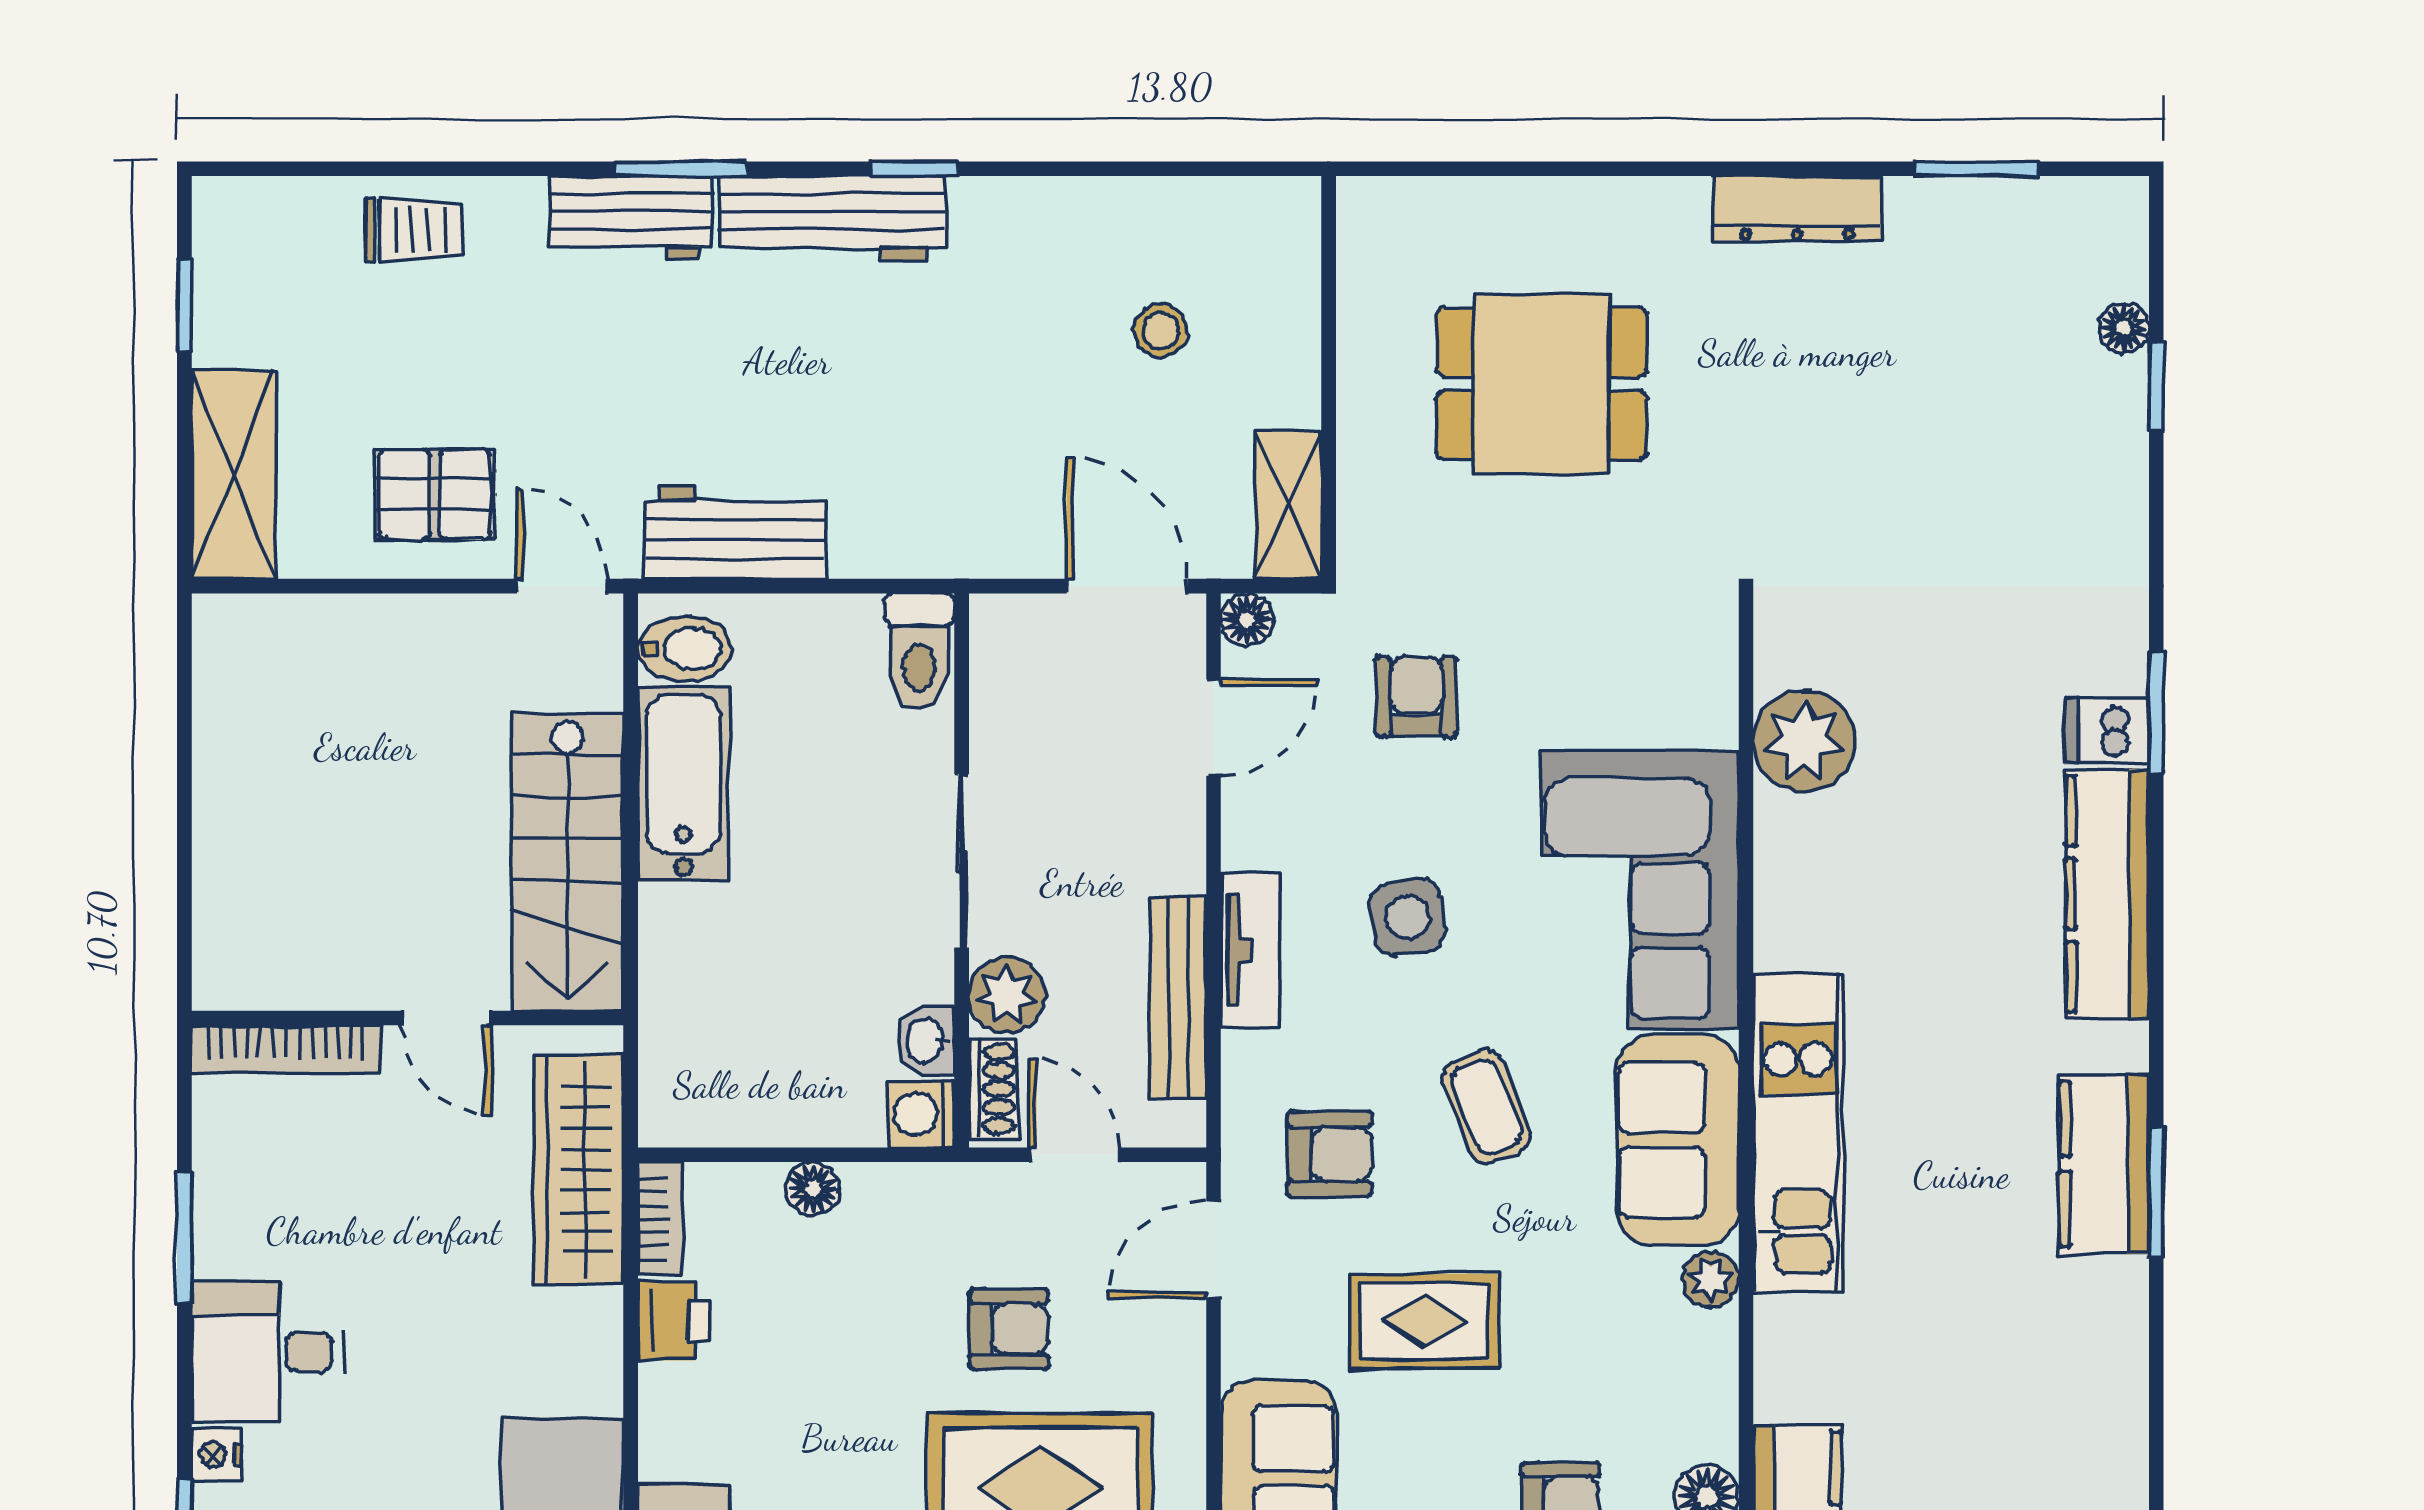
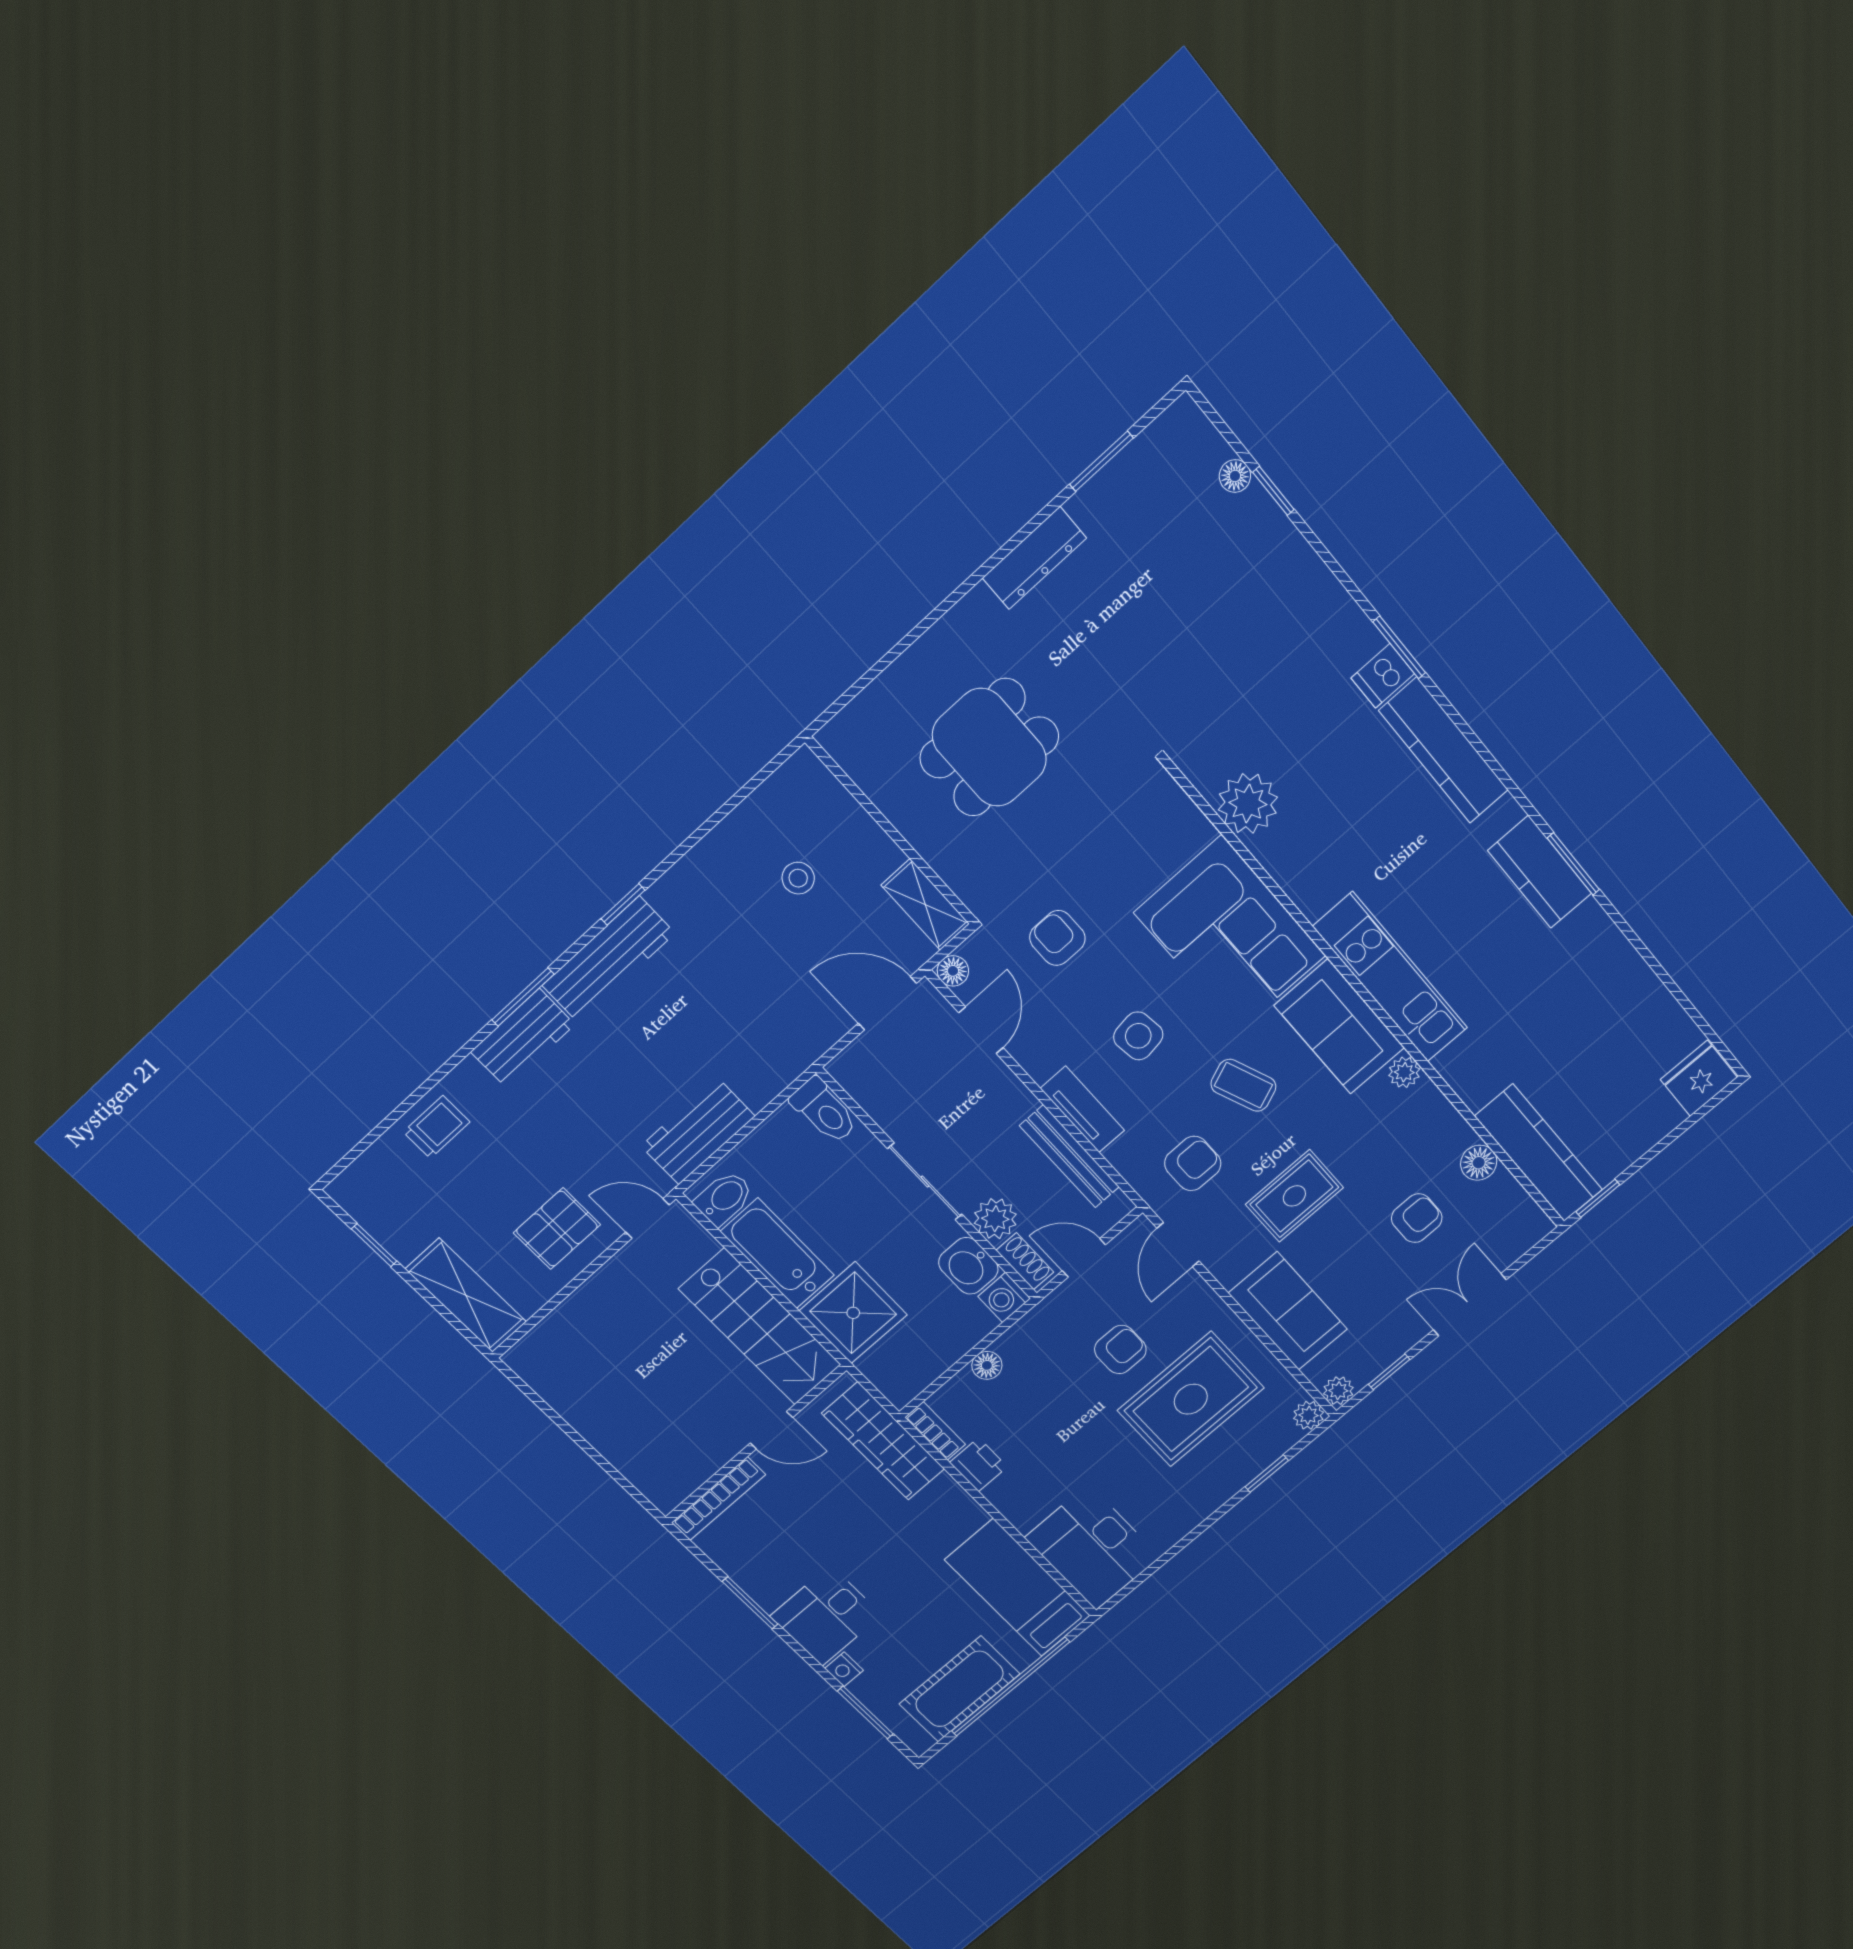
shower: (705, 954) -> (853, 1313), added
washbasin: (926, 1041) -> (968, 1266), width x1.38, depth x1.45

